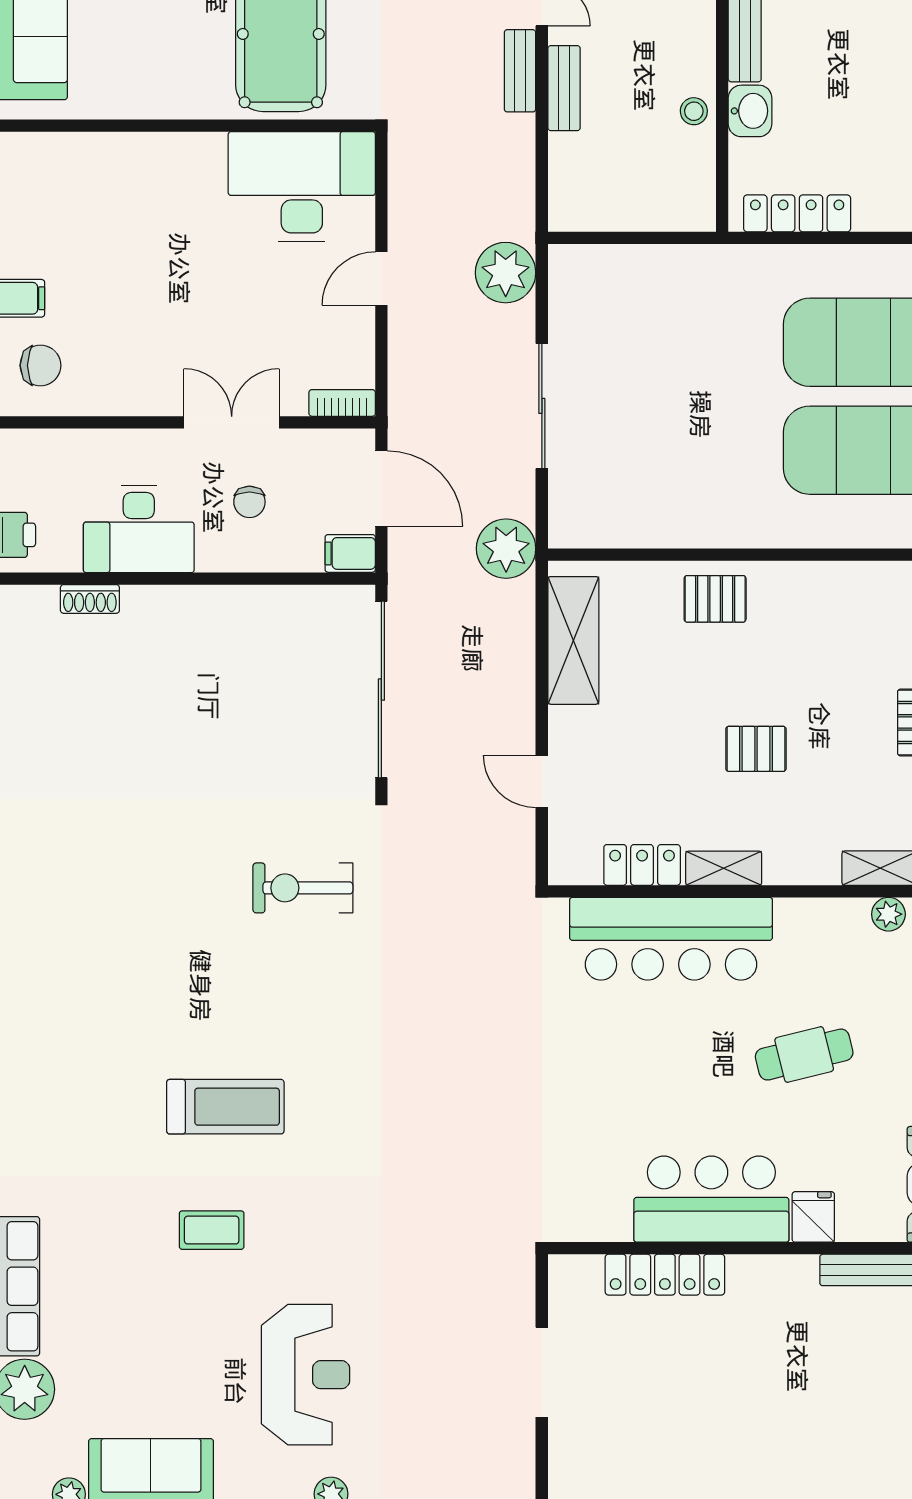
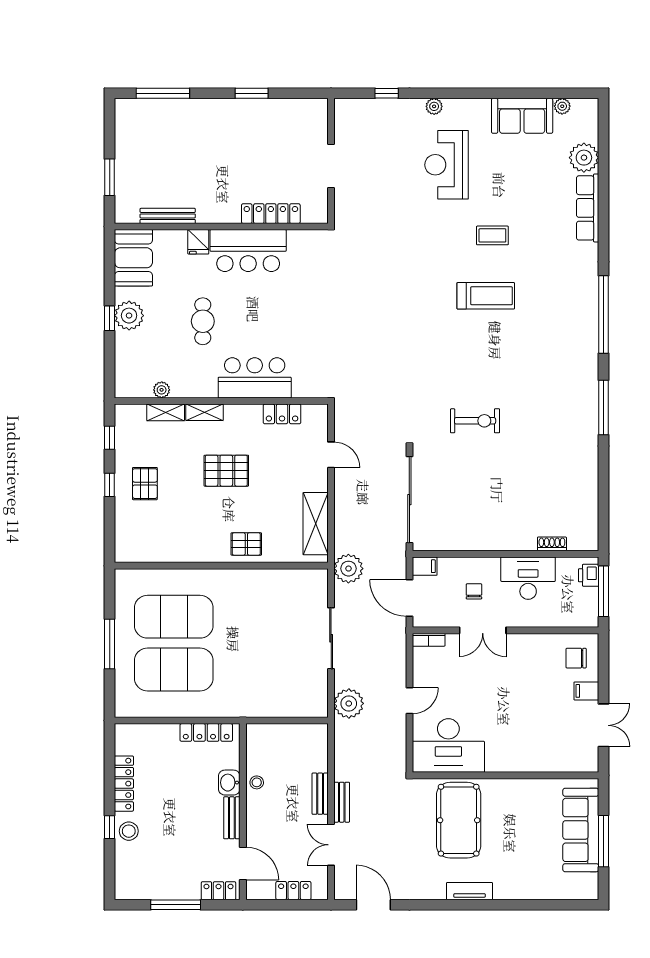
pallet: (756, 749) -> (226, 471), width x1.50, depth x1.42
shelving: (724, 868) -> (204, 412), moved
exercise bike: (303, 888) -> (475, 421), moved
bar counter: (671, 939) -> (255, 378), width x0.73
cafe table: (804, 1055) -> (203, 321), turned -76
treadmill: (225, 1107) -> (486, 296), turned 180

